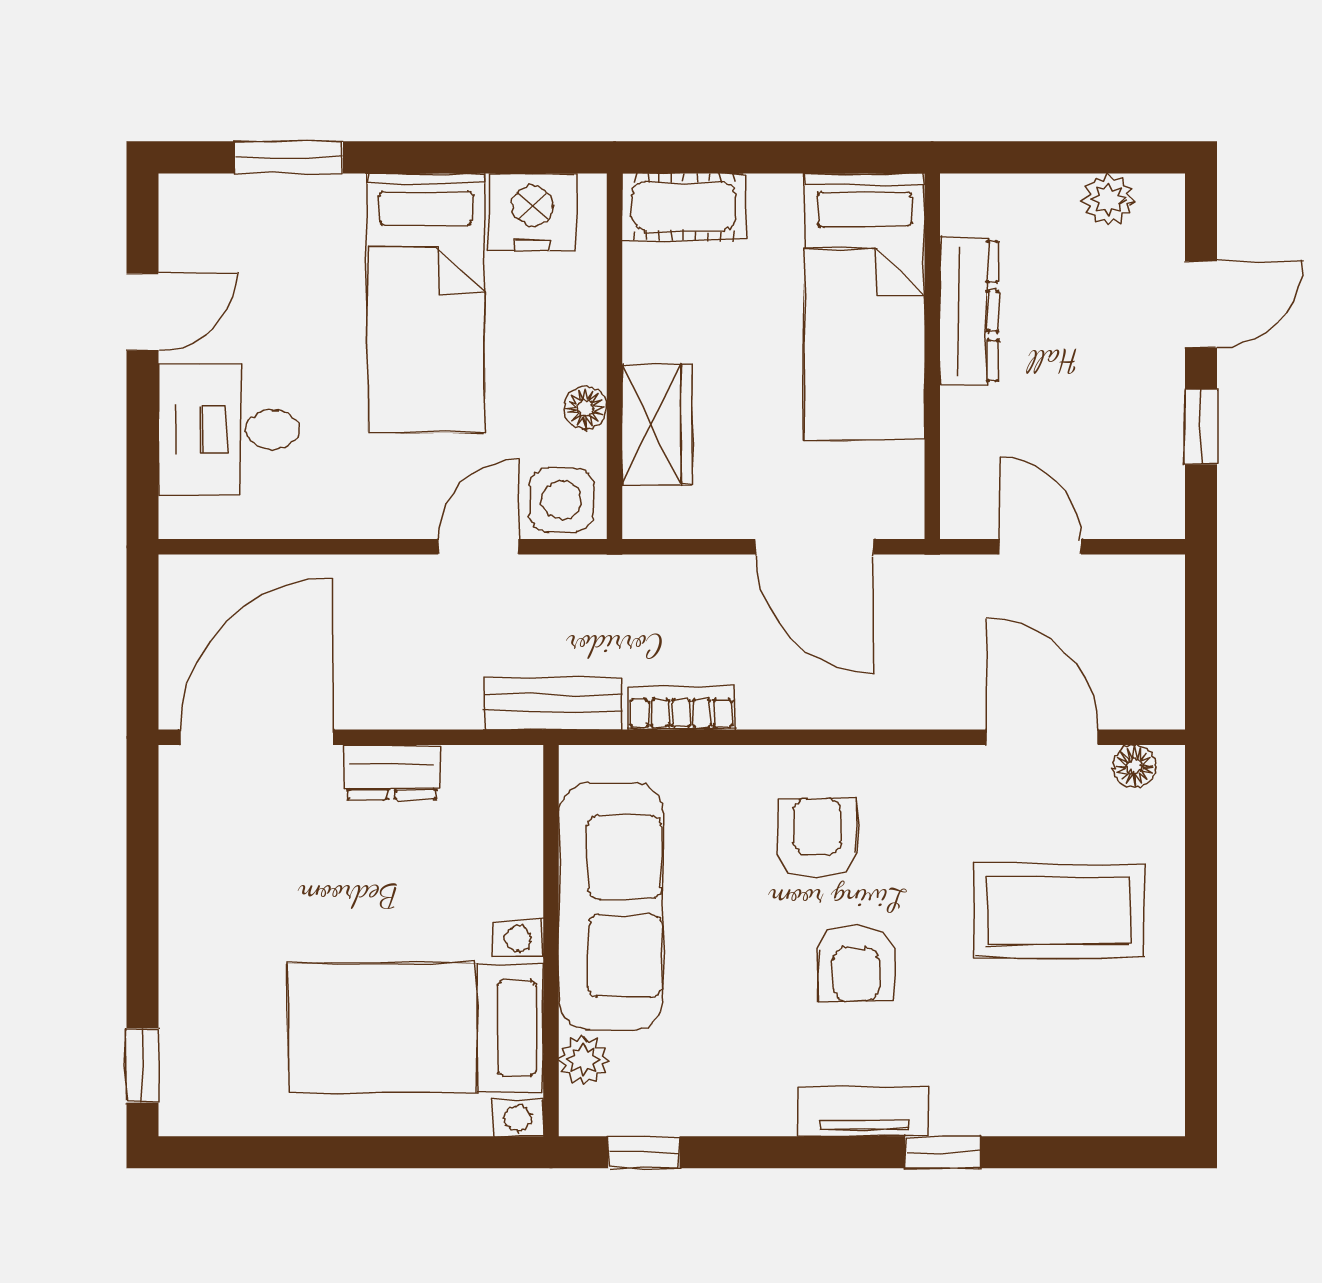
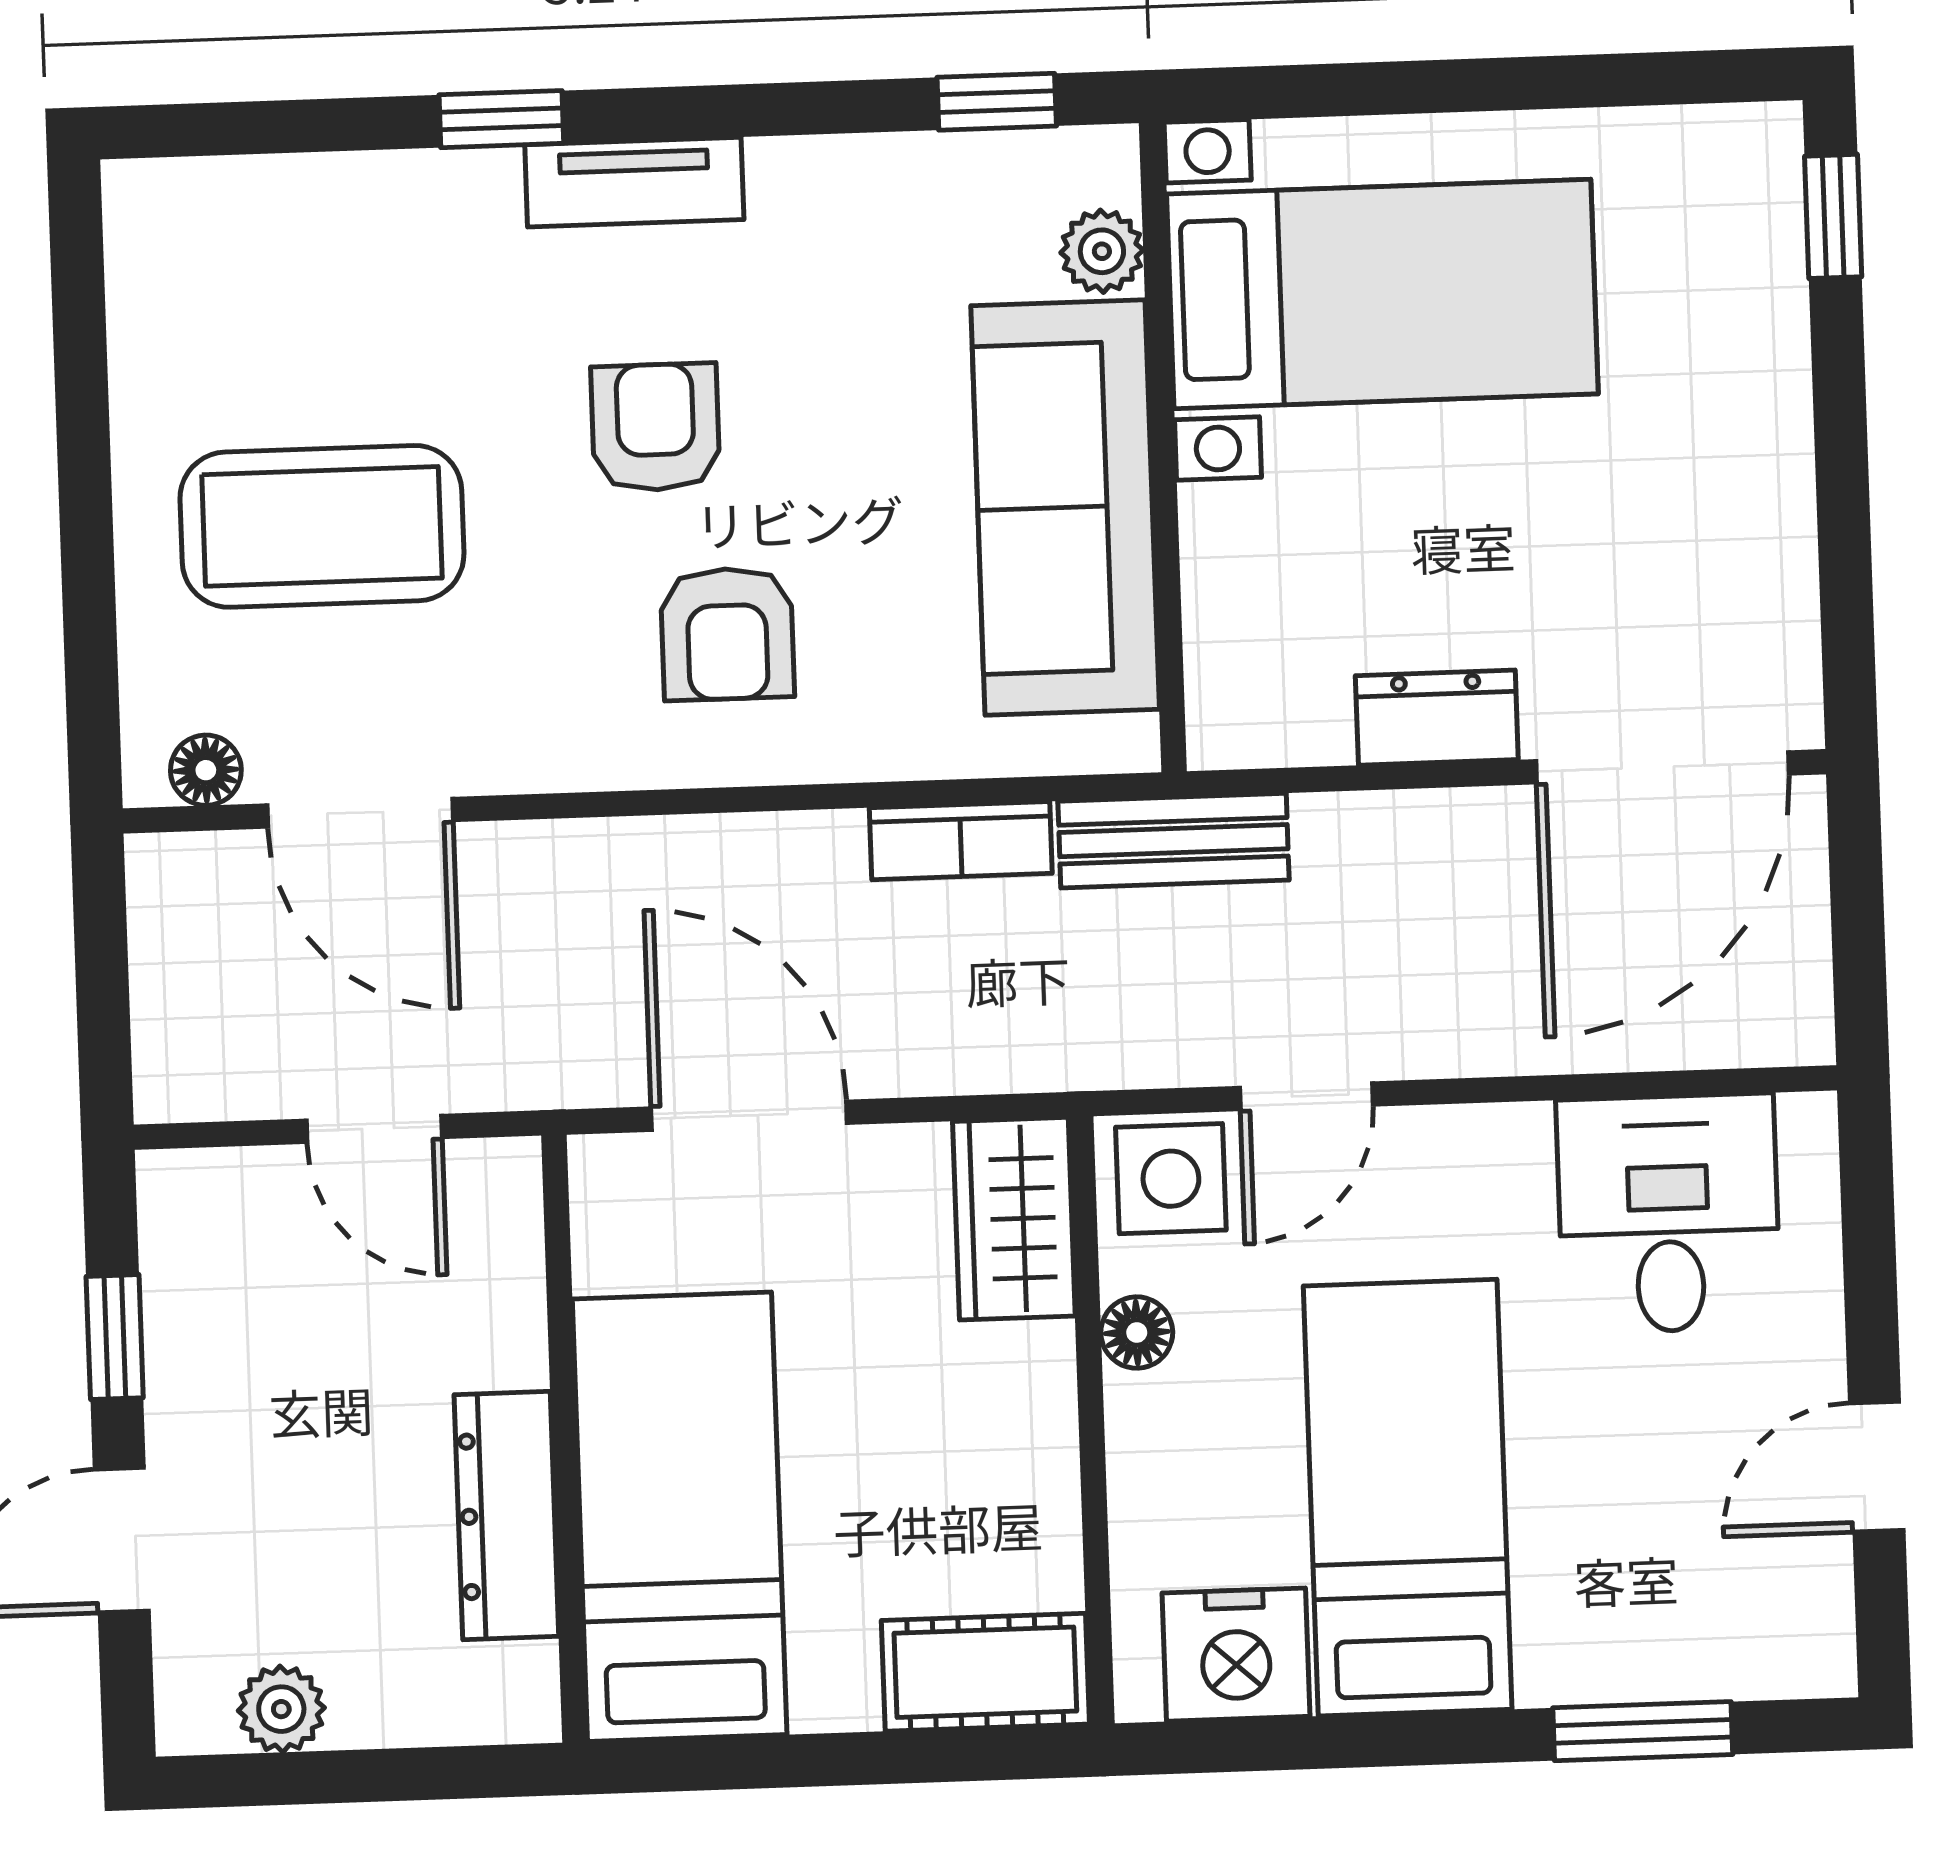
wardrobe: (657, 425) -> (1014, 1219), moved
desk: (229, 430) -> (1668, 1214), moved, turned -90

